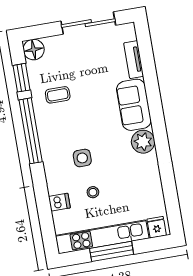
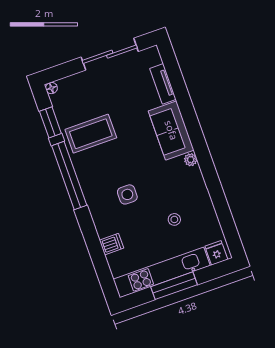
floor lamp: (34, 50) -> (51, 88), width x0.53, depth x0.53
coffee table: (58, 95) -> (91, 134), width x1.86, depth x1.72
plant: (143, 142) -> (191, 160), width x0.53, depth x0.53
stool: (93, 192) -> (174, 219), moved

